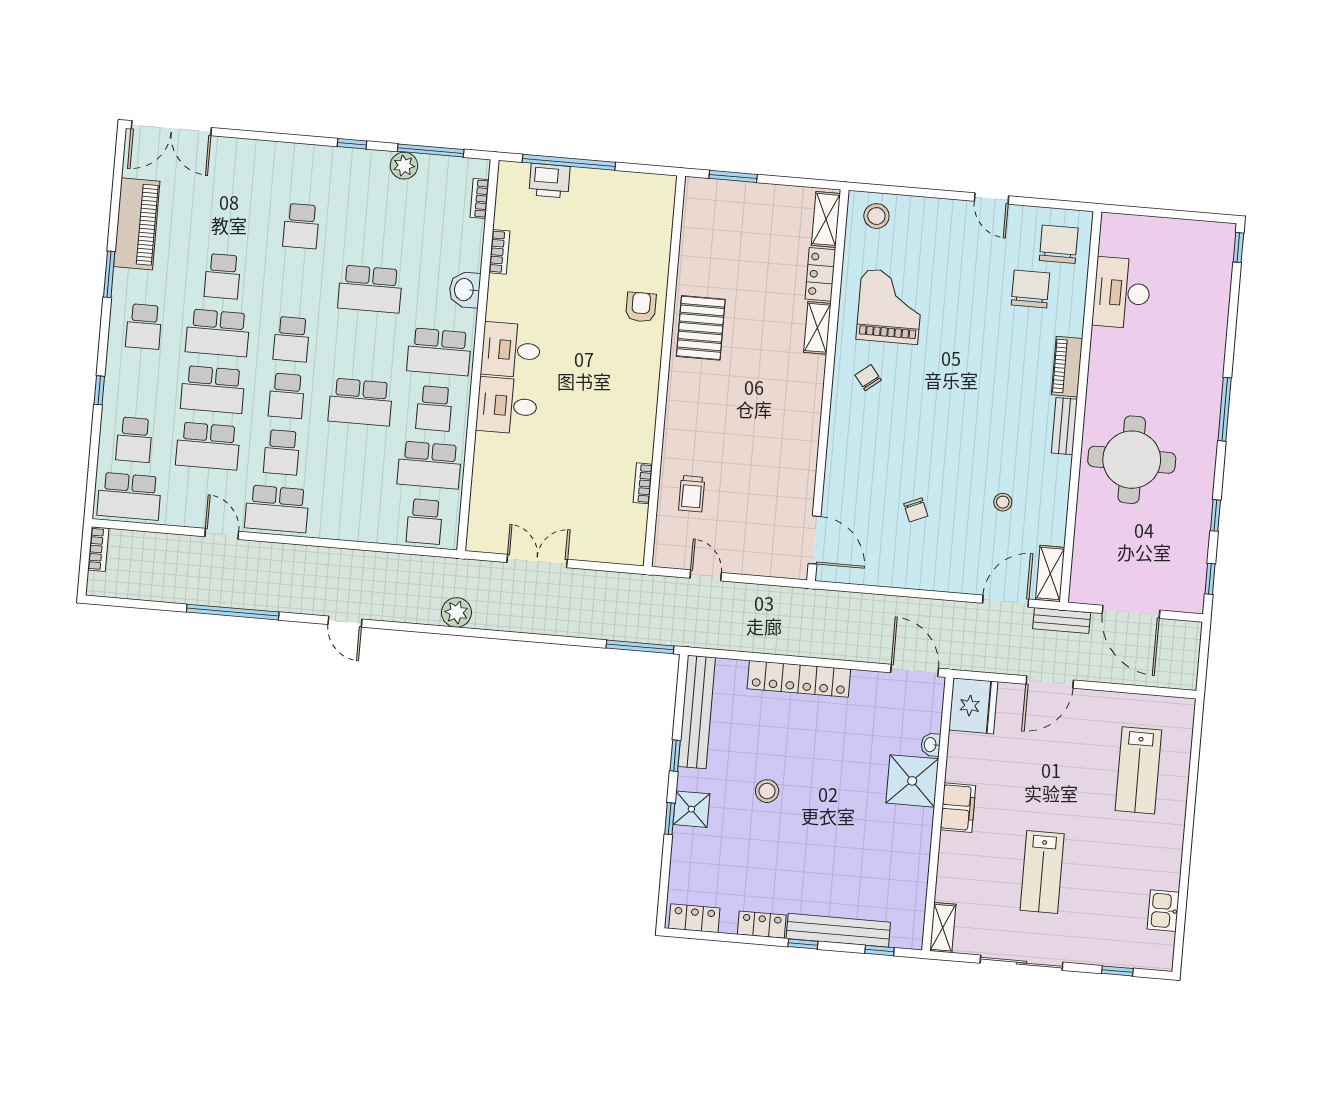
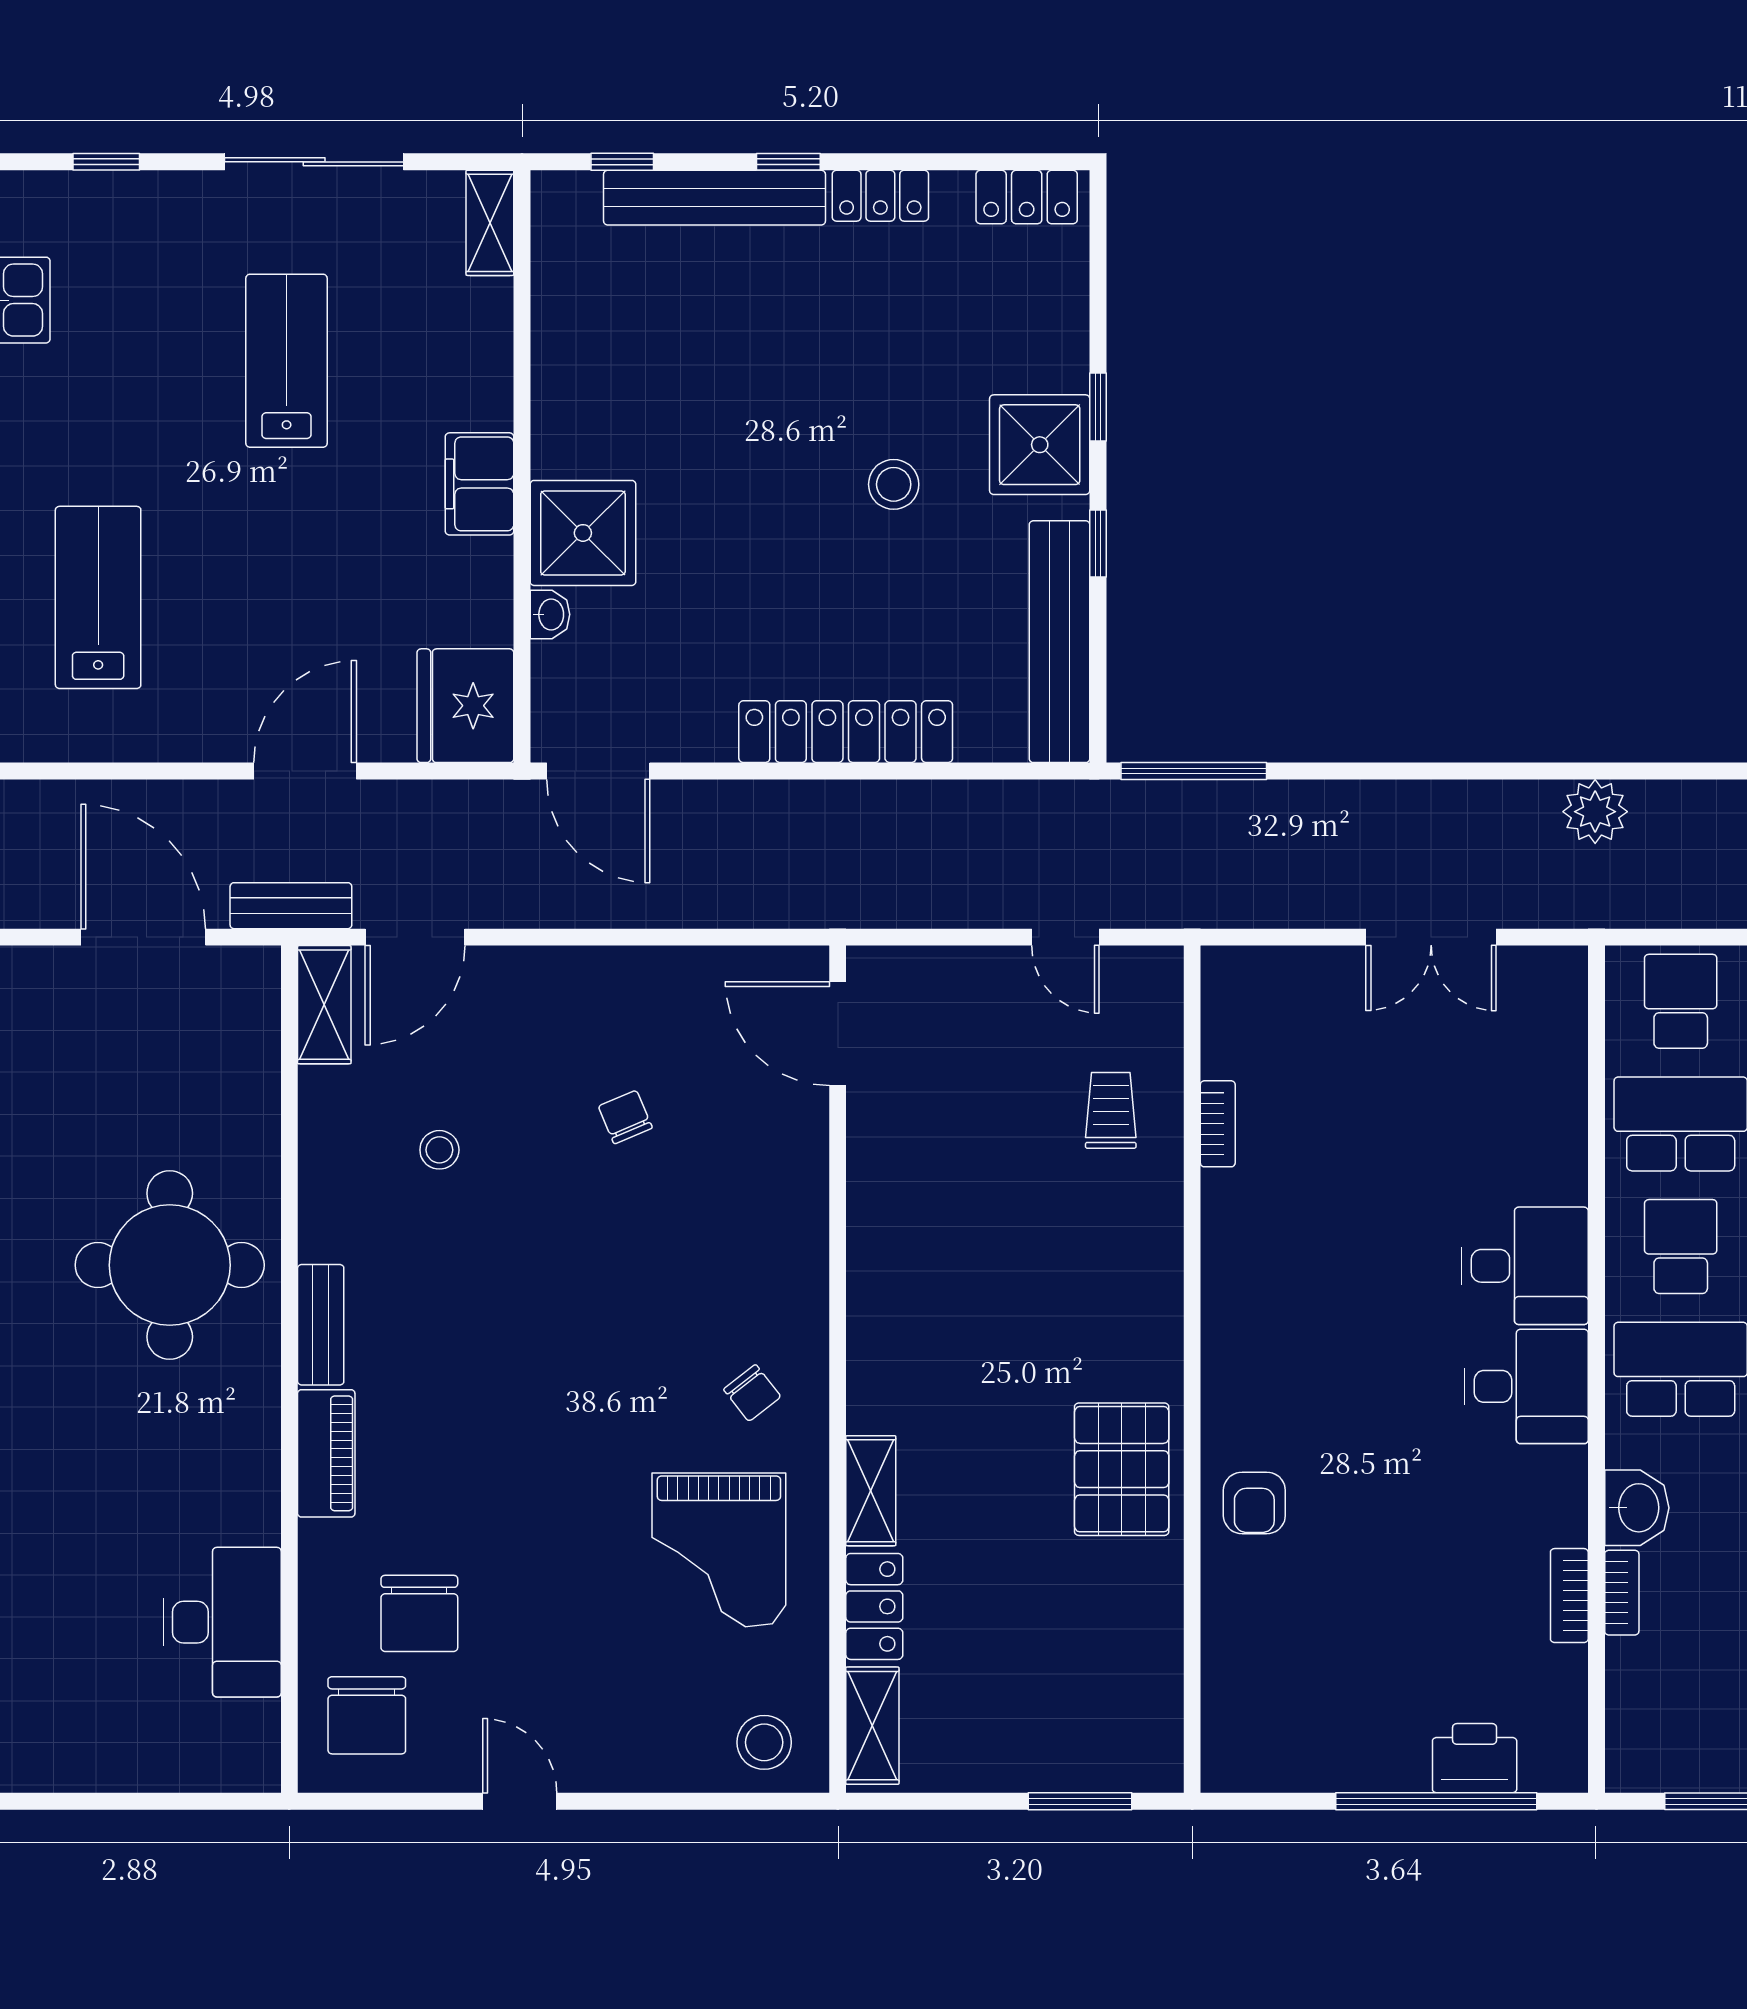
bookcase: (480, 198) -> (1622, 1593), moved
shower: (691, 809) -> (1040, 445), width x1.36, depth x1.36

